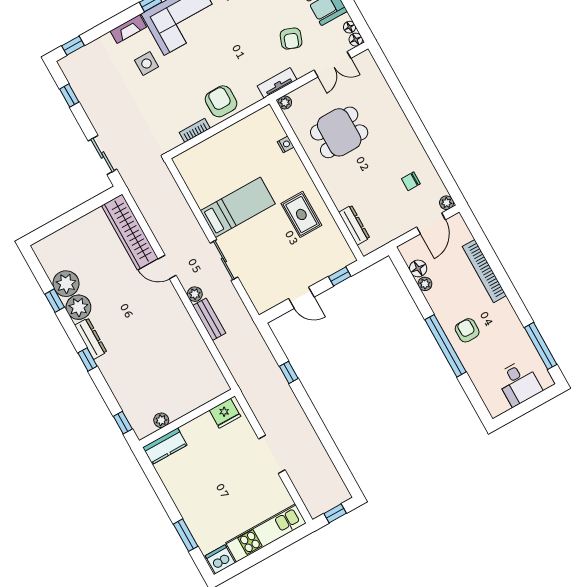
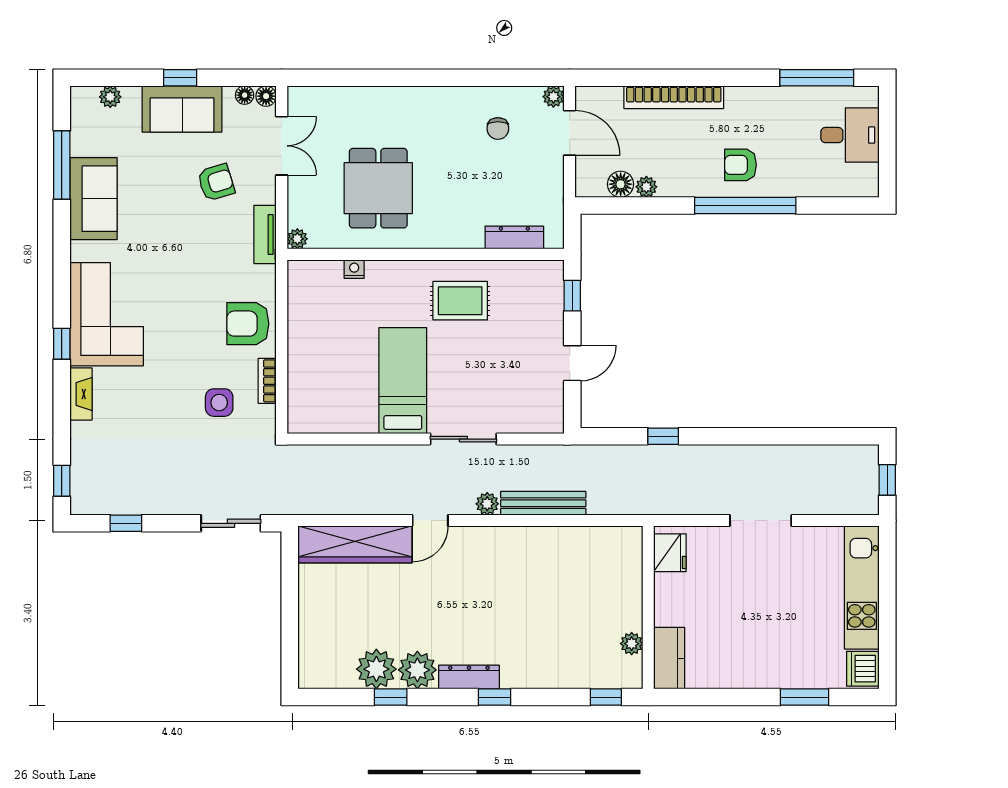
armchair: (291, 39) -> (216, 182), turned -37
side table: (147, 64) -> (219, 403), moved
bench: (209, 319) -> (543, 503), width x1.36

